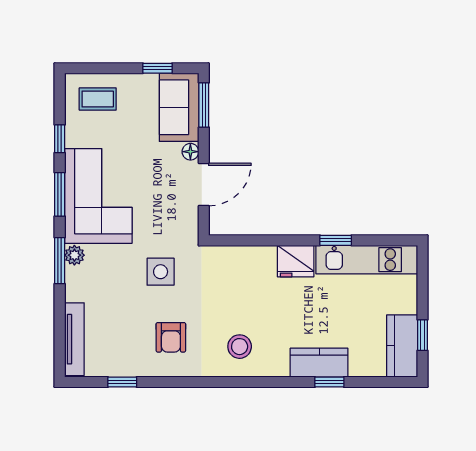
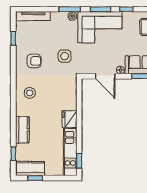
window: (336, 240) -> (79, 161), moved
armchair: (171, 337) -> (34, 61), turned 180
window: (329, 382) -> (13, 154), moved

